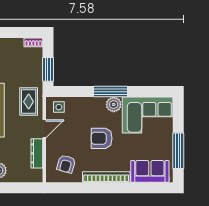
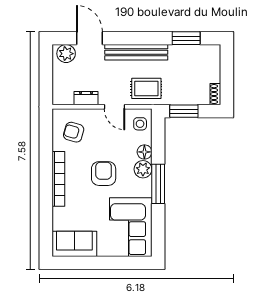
floor lamp: (83, 103) -> (144, 152), added
plant: (114, 104) -> (143, 169), moved
window: (178, 151) -> (89, 263), removed
dresser: (37, 153) -> (86, 98), width x0.70
sofa: (150, 171) -> (74, 244), moved, turned -90

